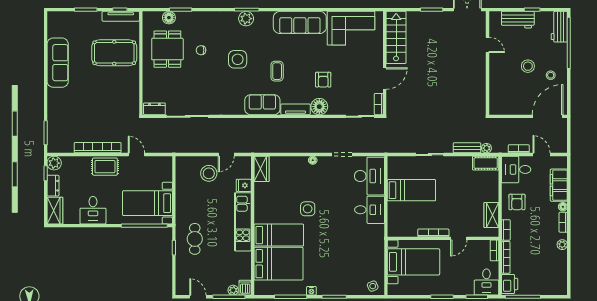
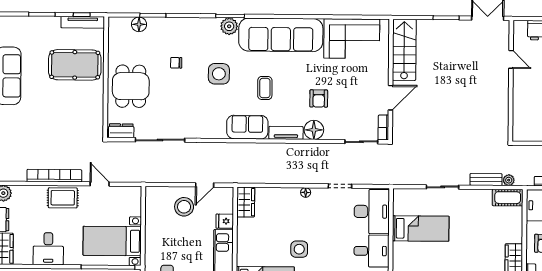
sofa: (300, 22) -> (281, 35), width x1.36, depth x1.27
dining table: (167, 49) -> (131, 86), moved

